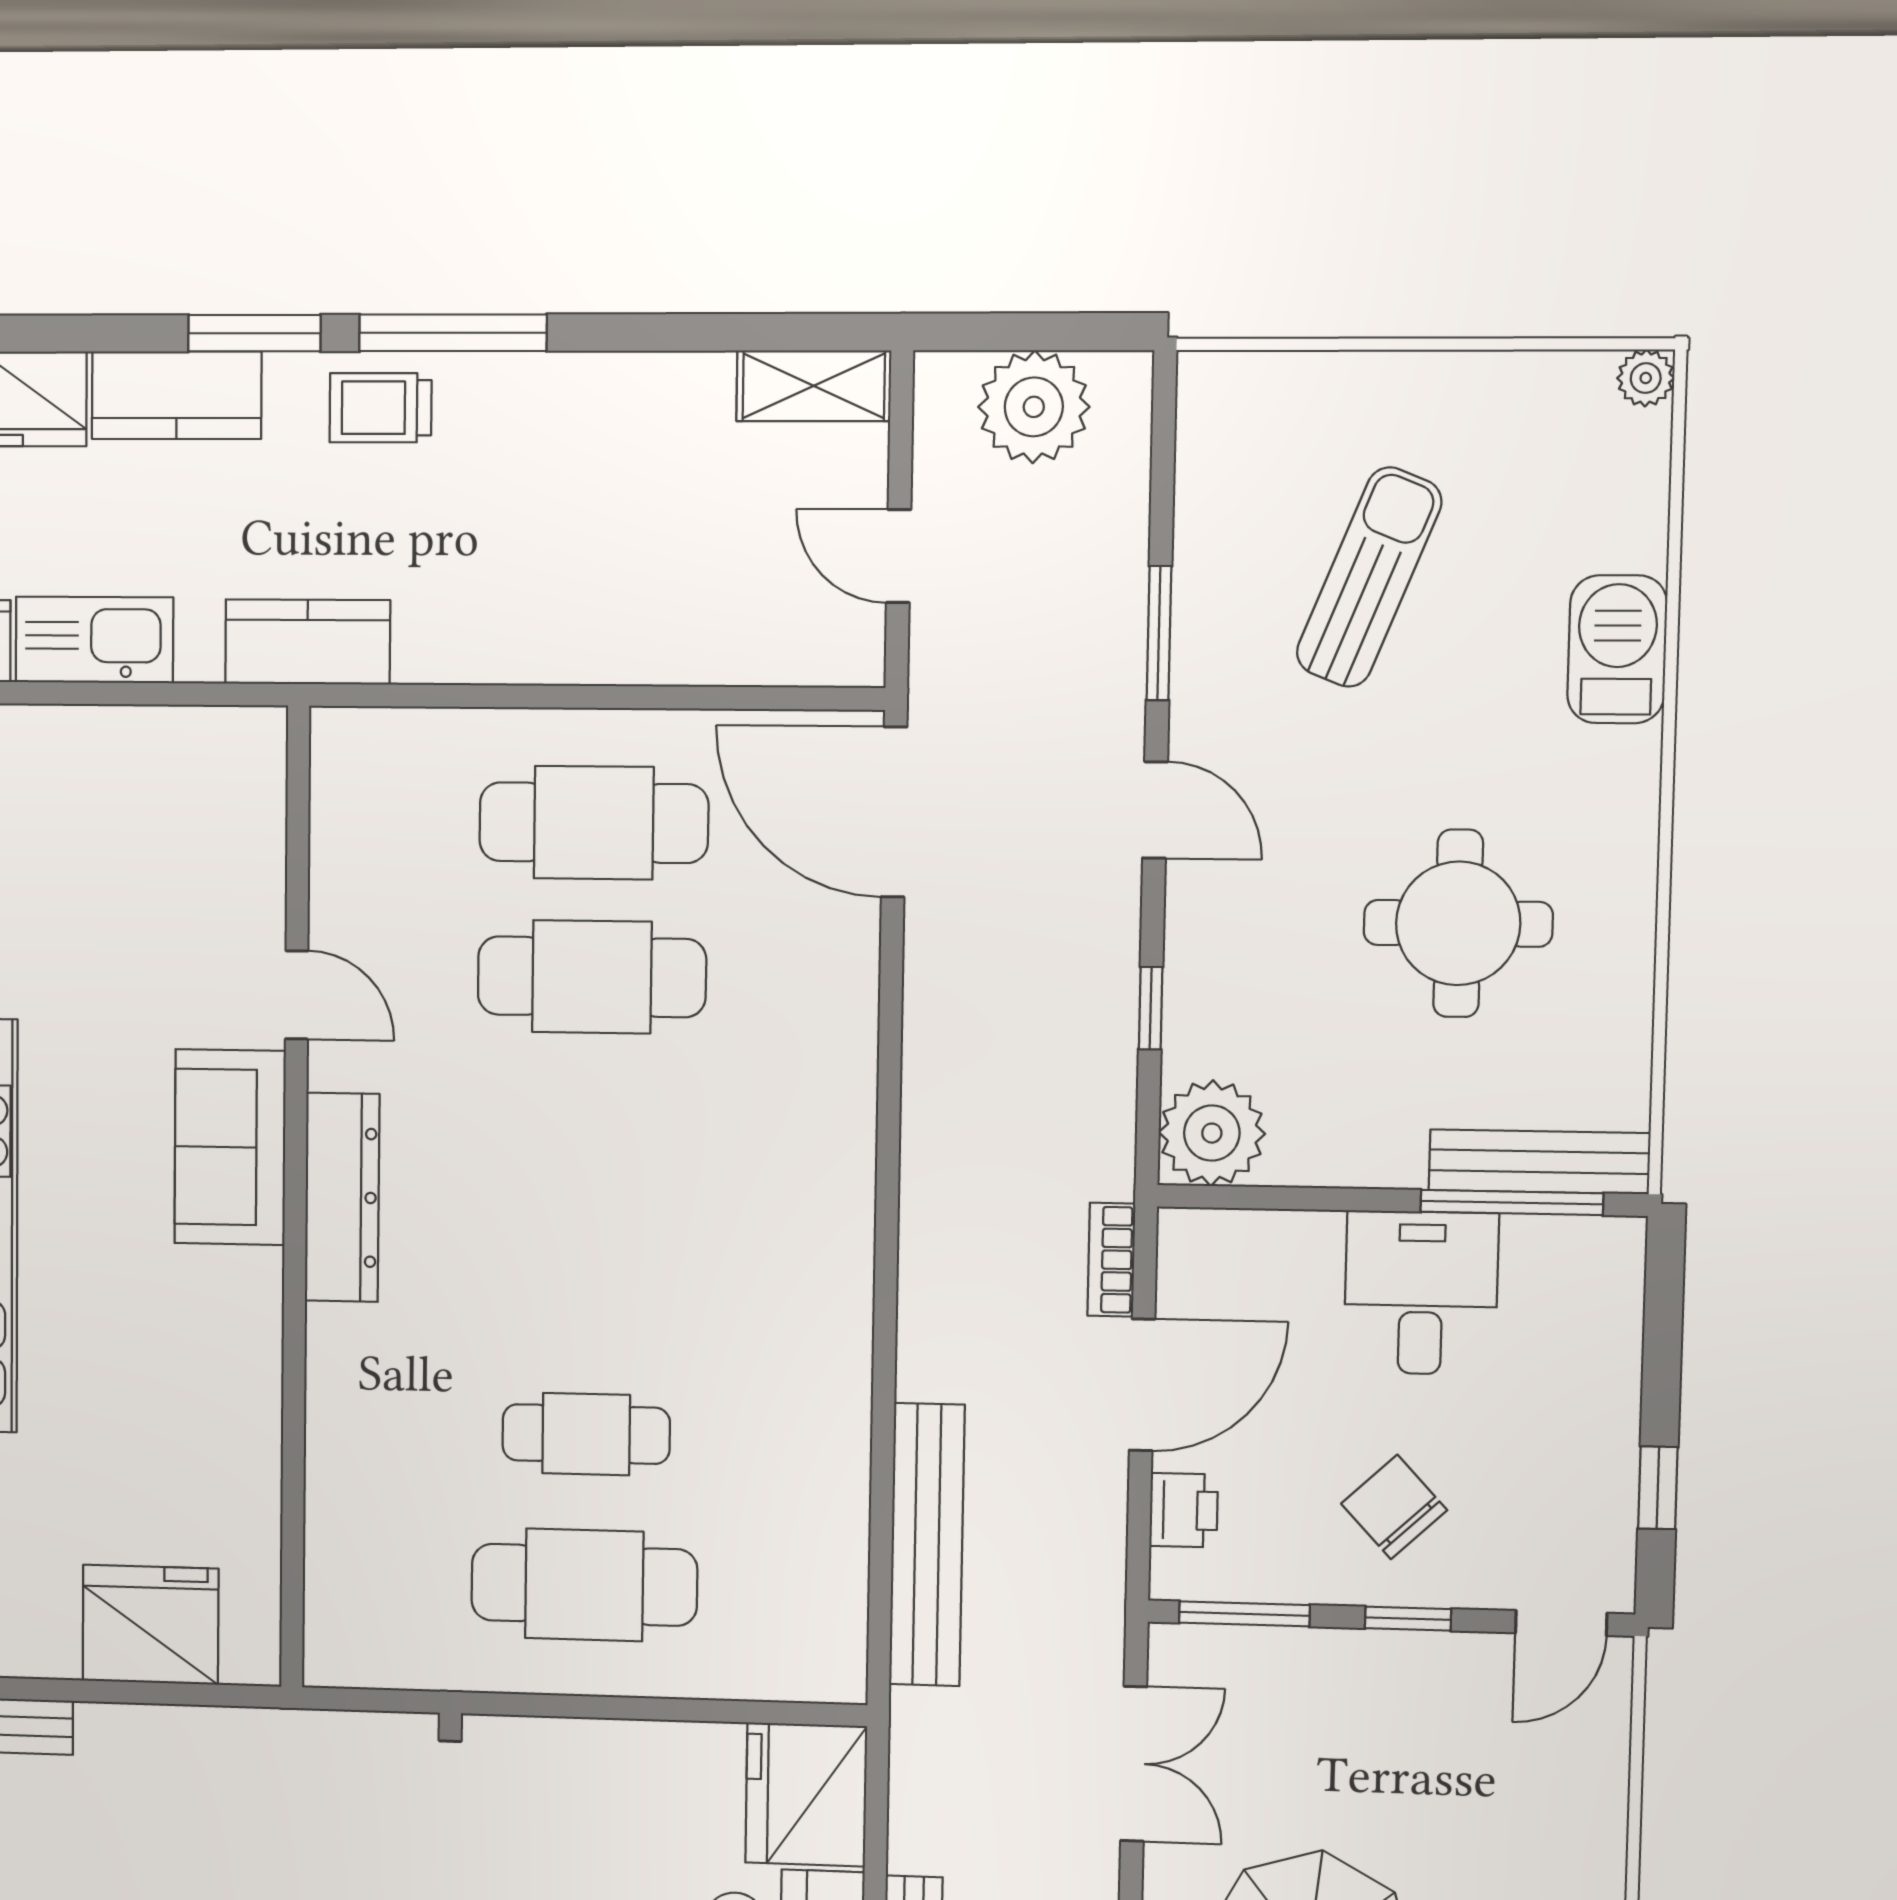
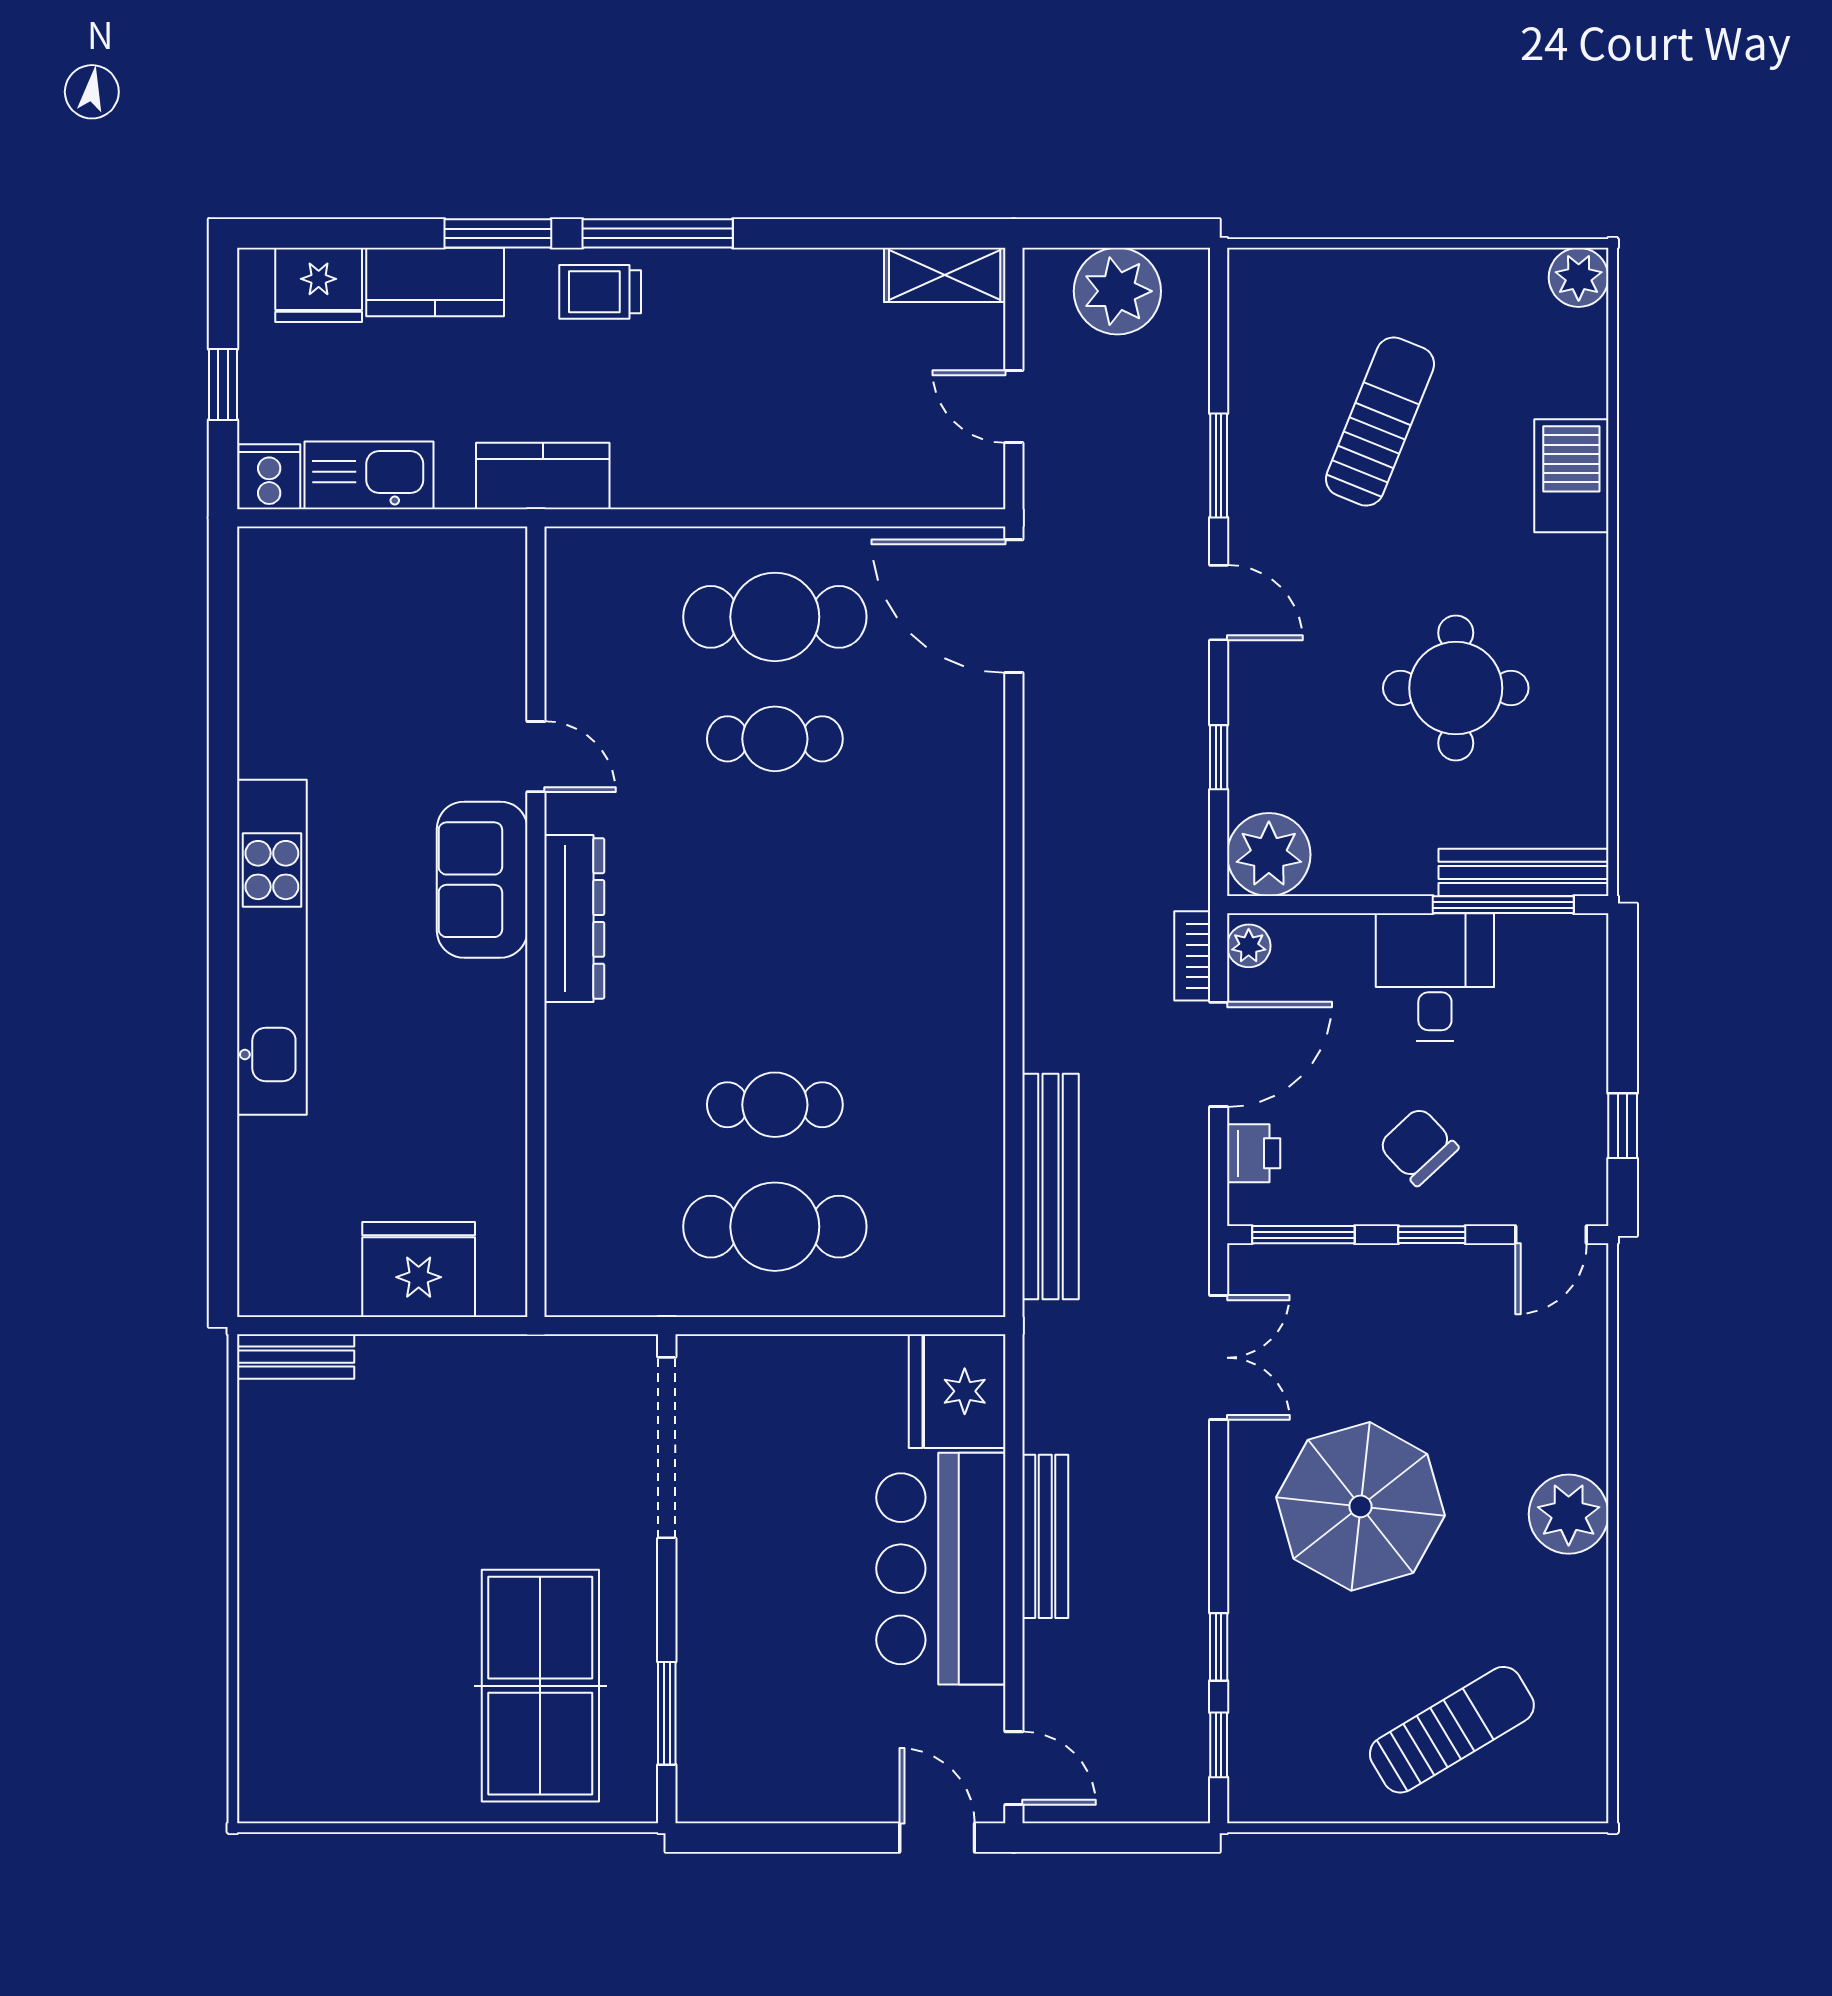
plant: (1646, 378) -> (1579, 277), width x1.38, depth x1.38
cafe table: (592, 977) -> (775, 739), width x0.73, depth x0.74
plant: (1184, 1249) -> (1249, 946), added

